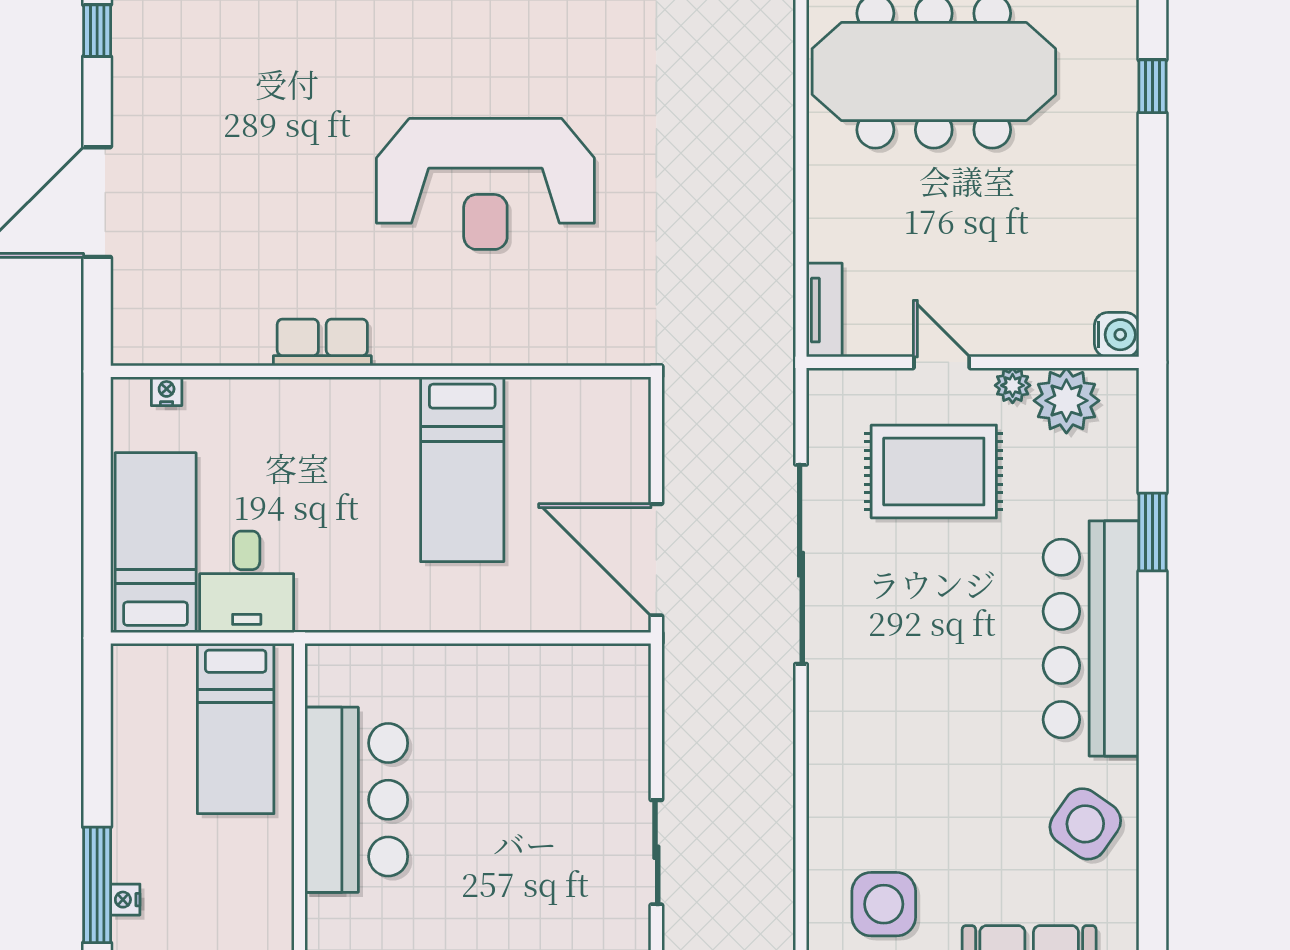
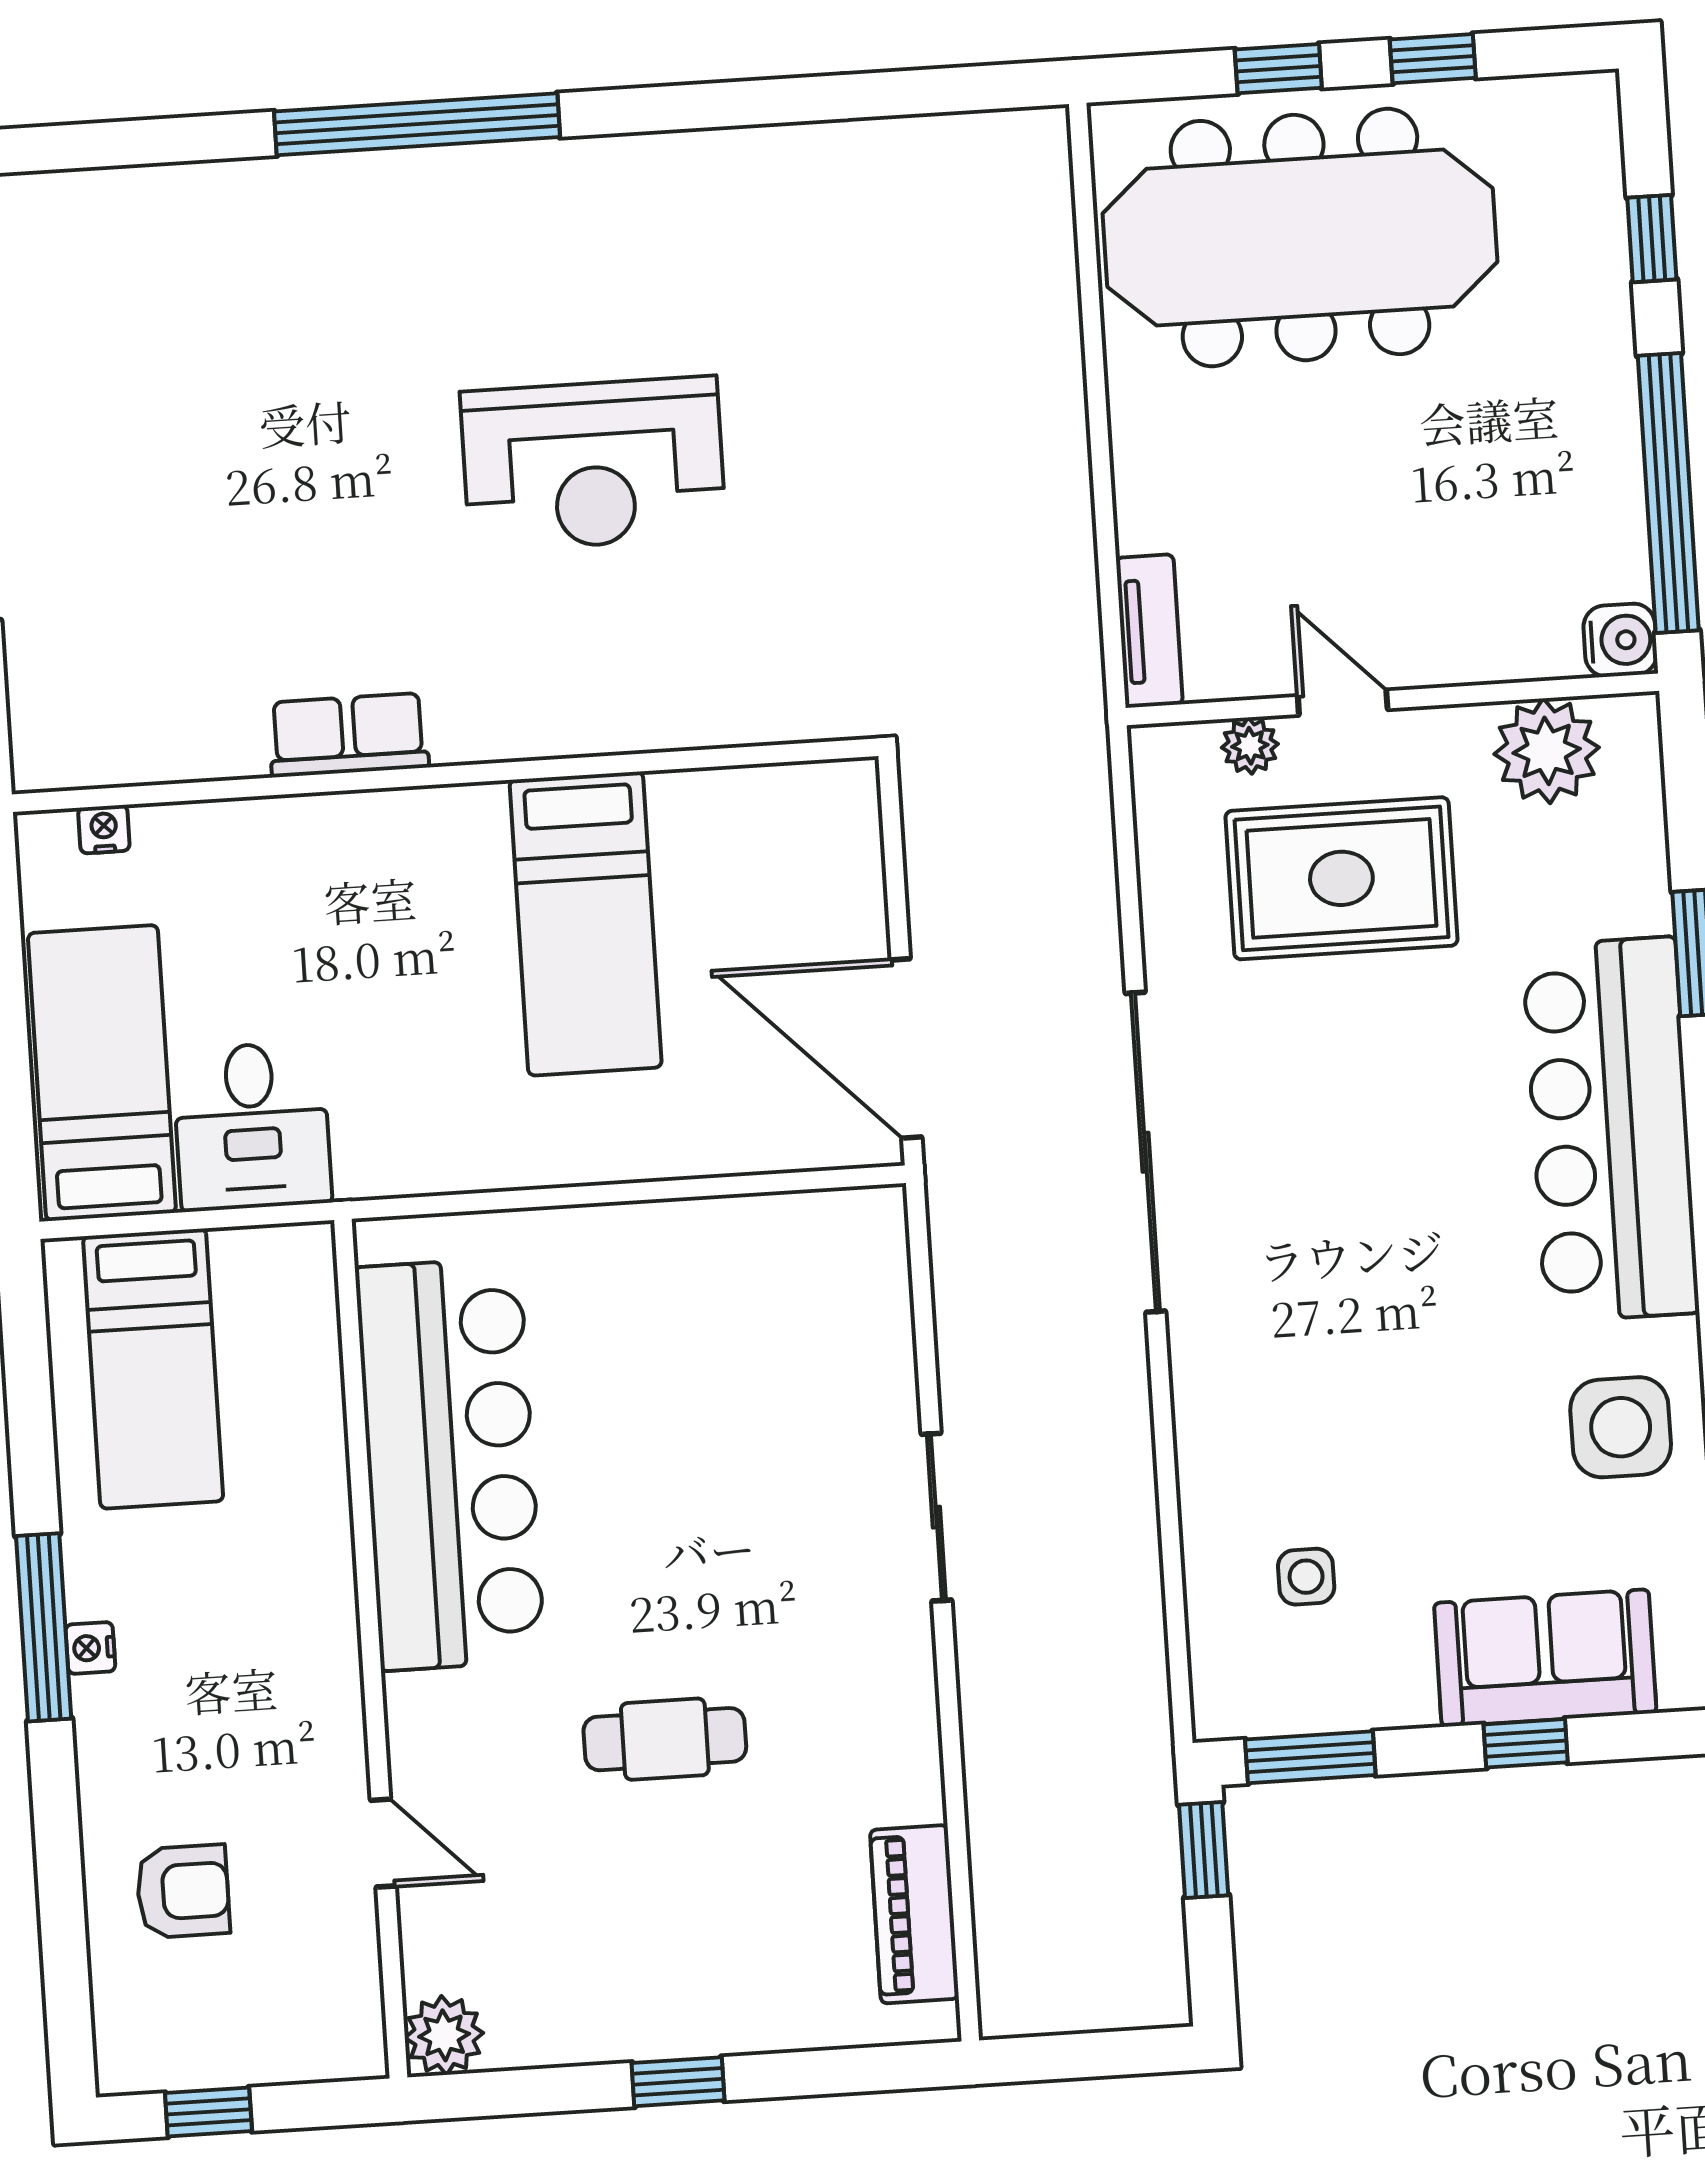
reception desk: (485, 184) -> (593, 464), width x0.74, depth x0.77
window: (1152, 245) -> (1668, 493), added
plant: (1013, 385) -> (1250, 746), moved
sliding door: (801, 564) -> (1145, 1152), moved
bed: (236, 729) -> (153, 1369), moved
bar counter: (356, 800) -> (450, 1464), width x1.36
side table: (1085, 824) -> (1621, 1427), turned -35
side table: (884, 904) -> (1306, 1577), width x0.54, depth x0.54

